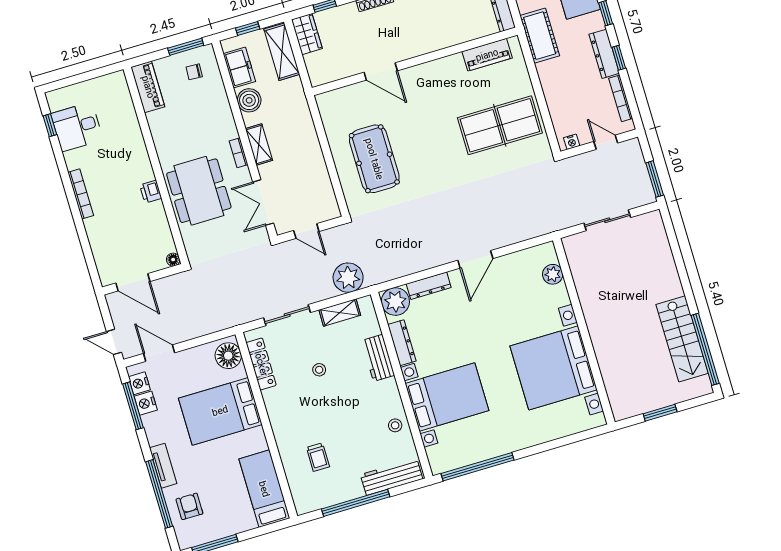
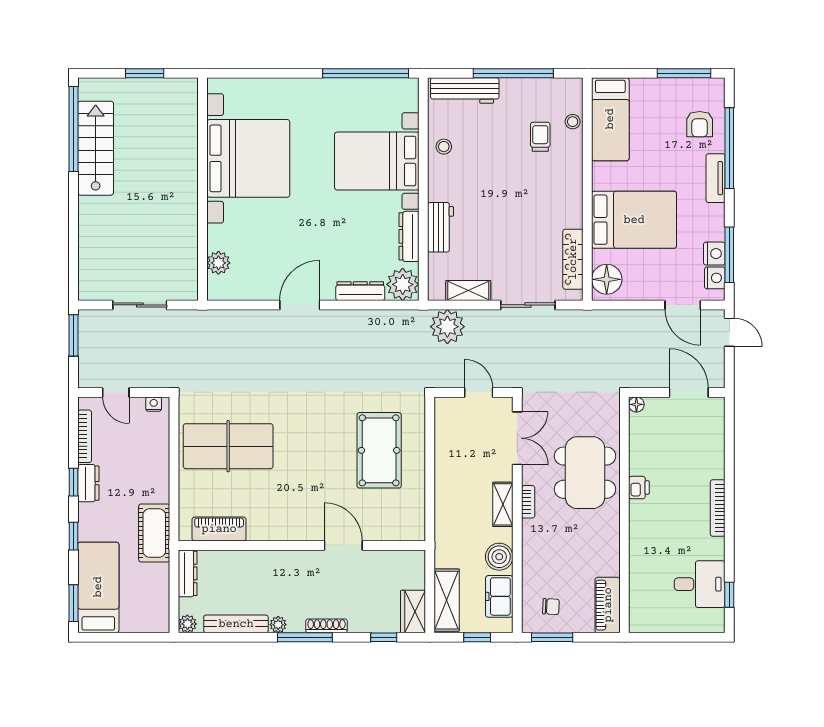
dresser: (604, 54) -> (88, 483), width x0.70
stool: (319, 370) -> (573, 122), moved

